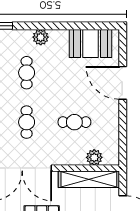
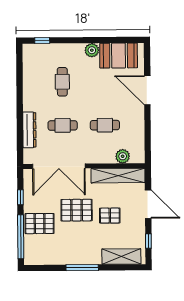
plant: (41, 37) -> (92, 50), moved
cafe table: (27, 122) -> (63, 125), turned 90

